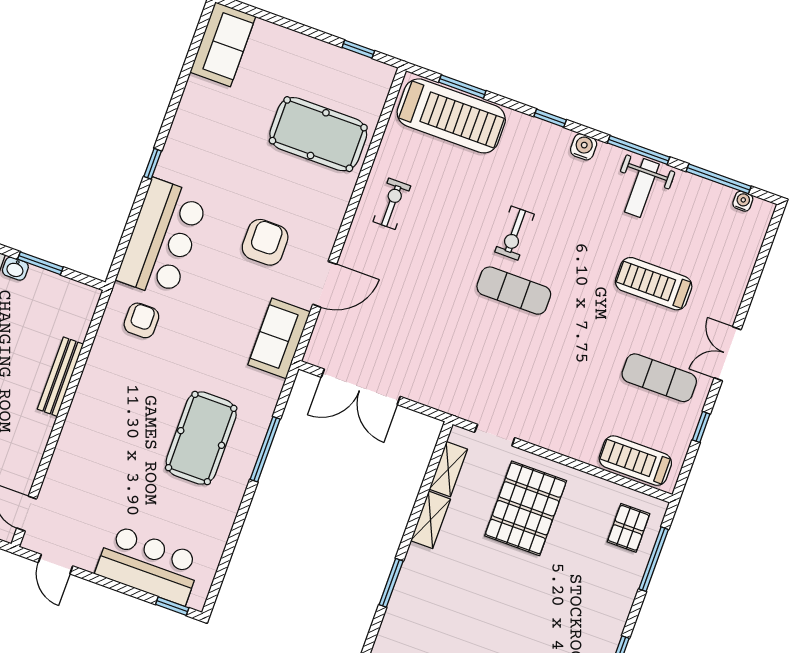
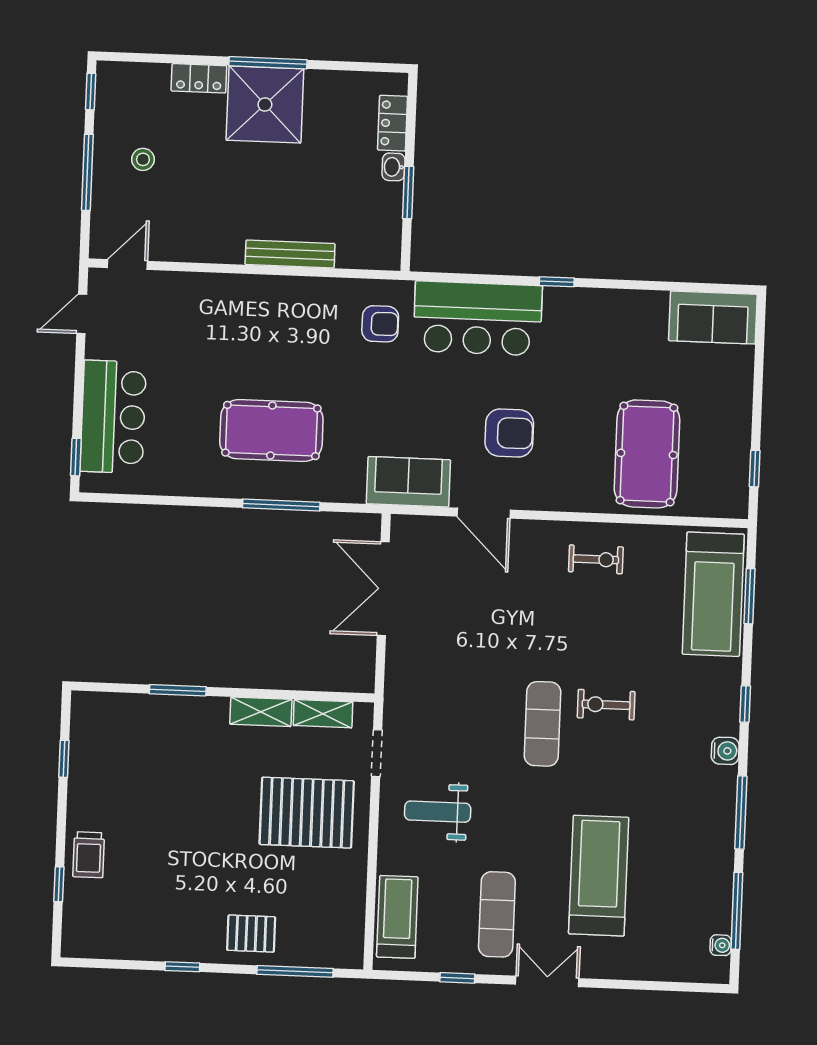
weight bench: (642, 188) -> (438, 812), moved
treadmill: (654, 284) -> (599, 876), width x1.37, depth x1.38
pallet: (629, 528) -> (251, 934), moved

